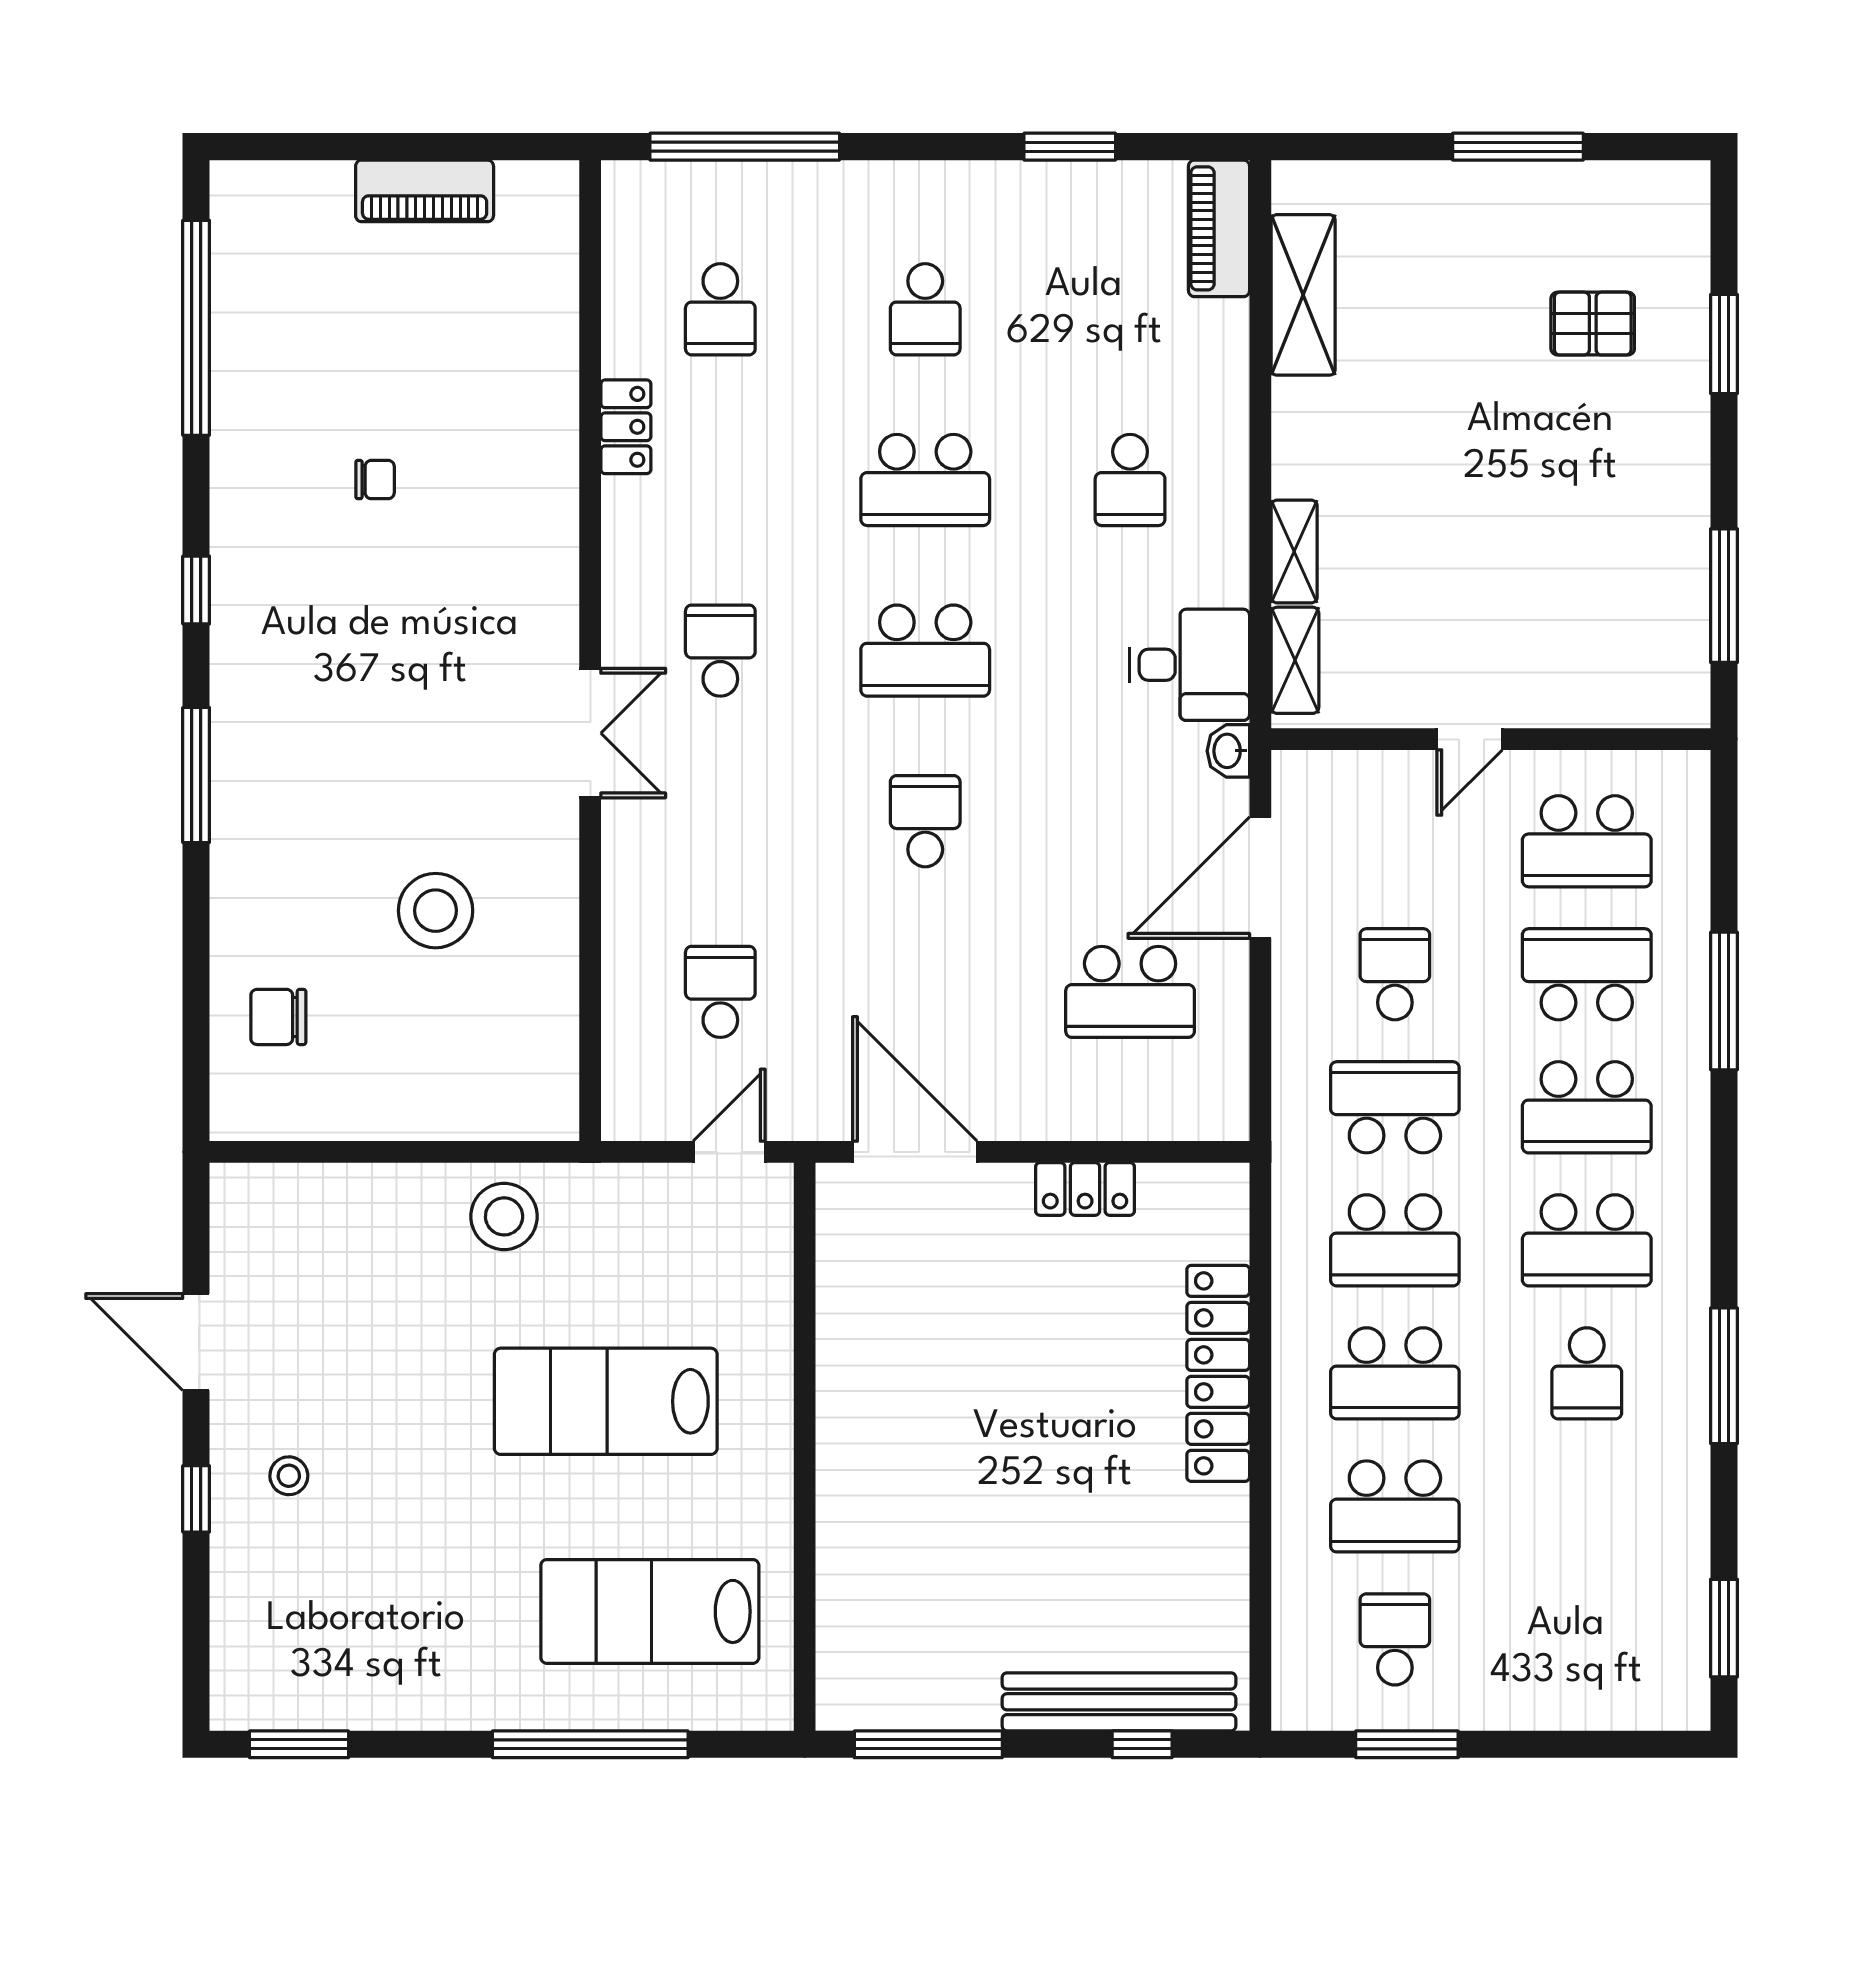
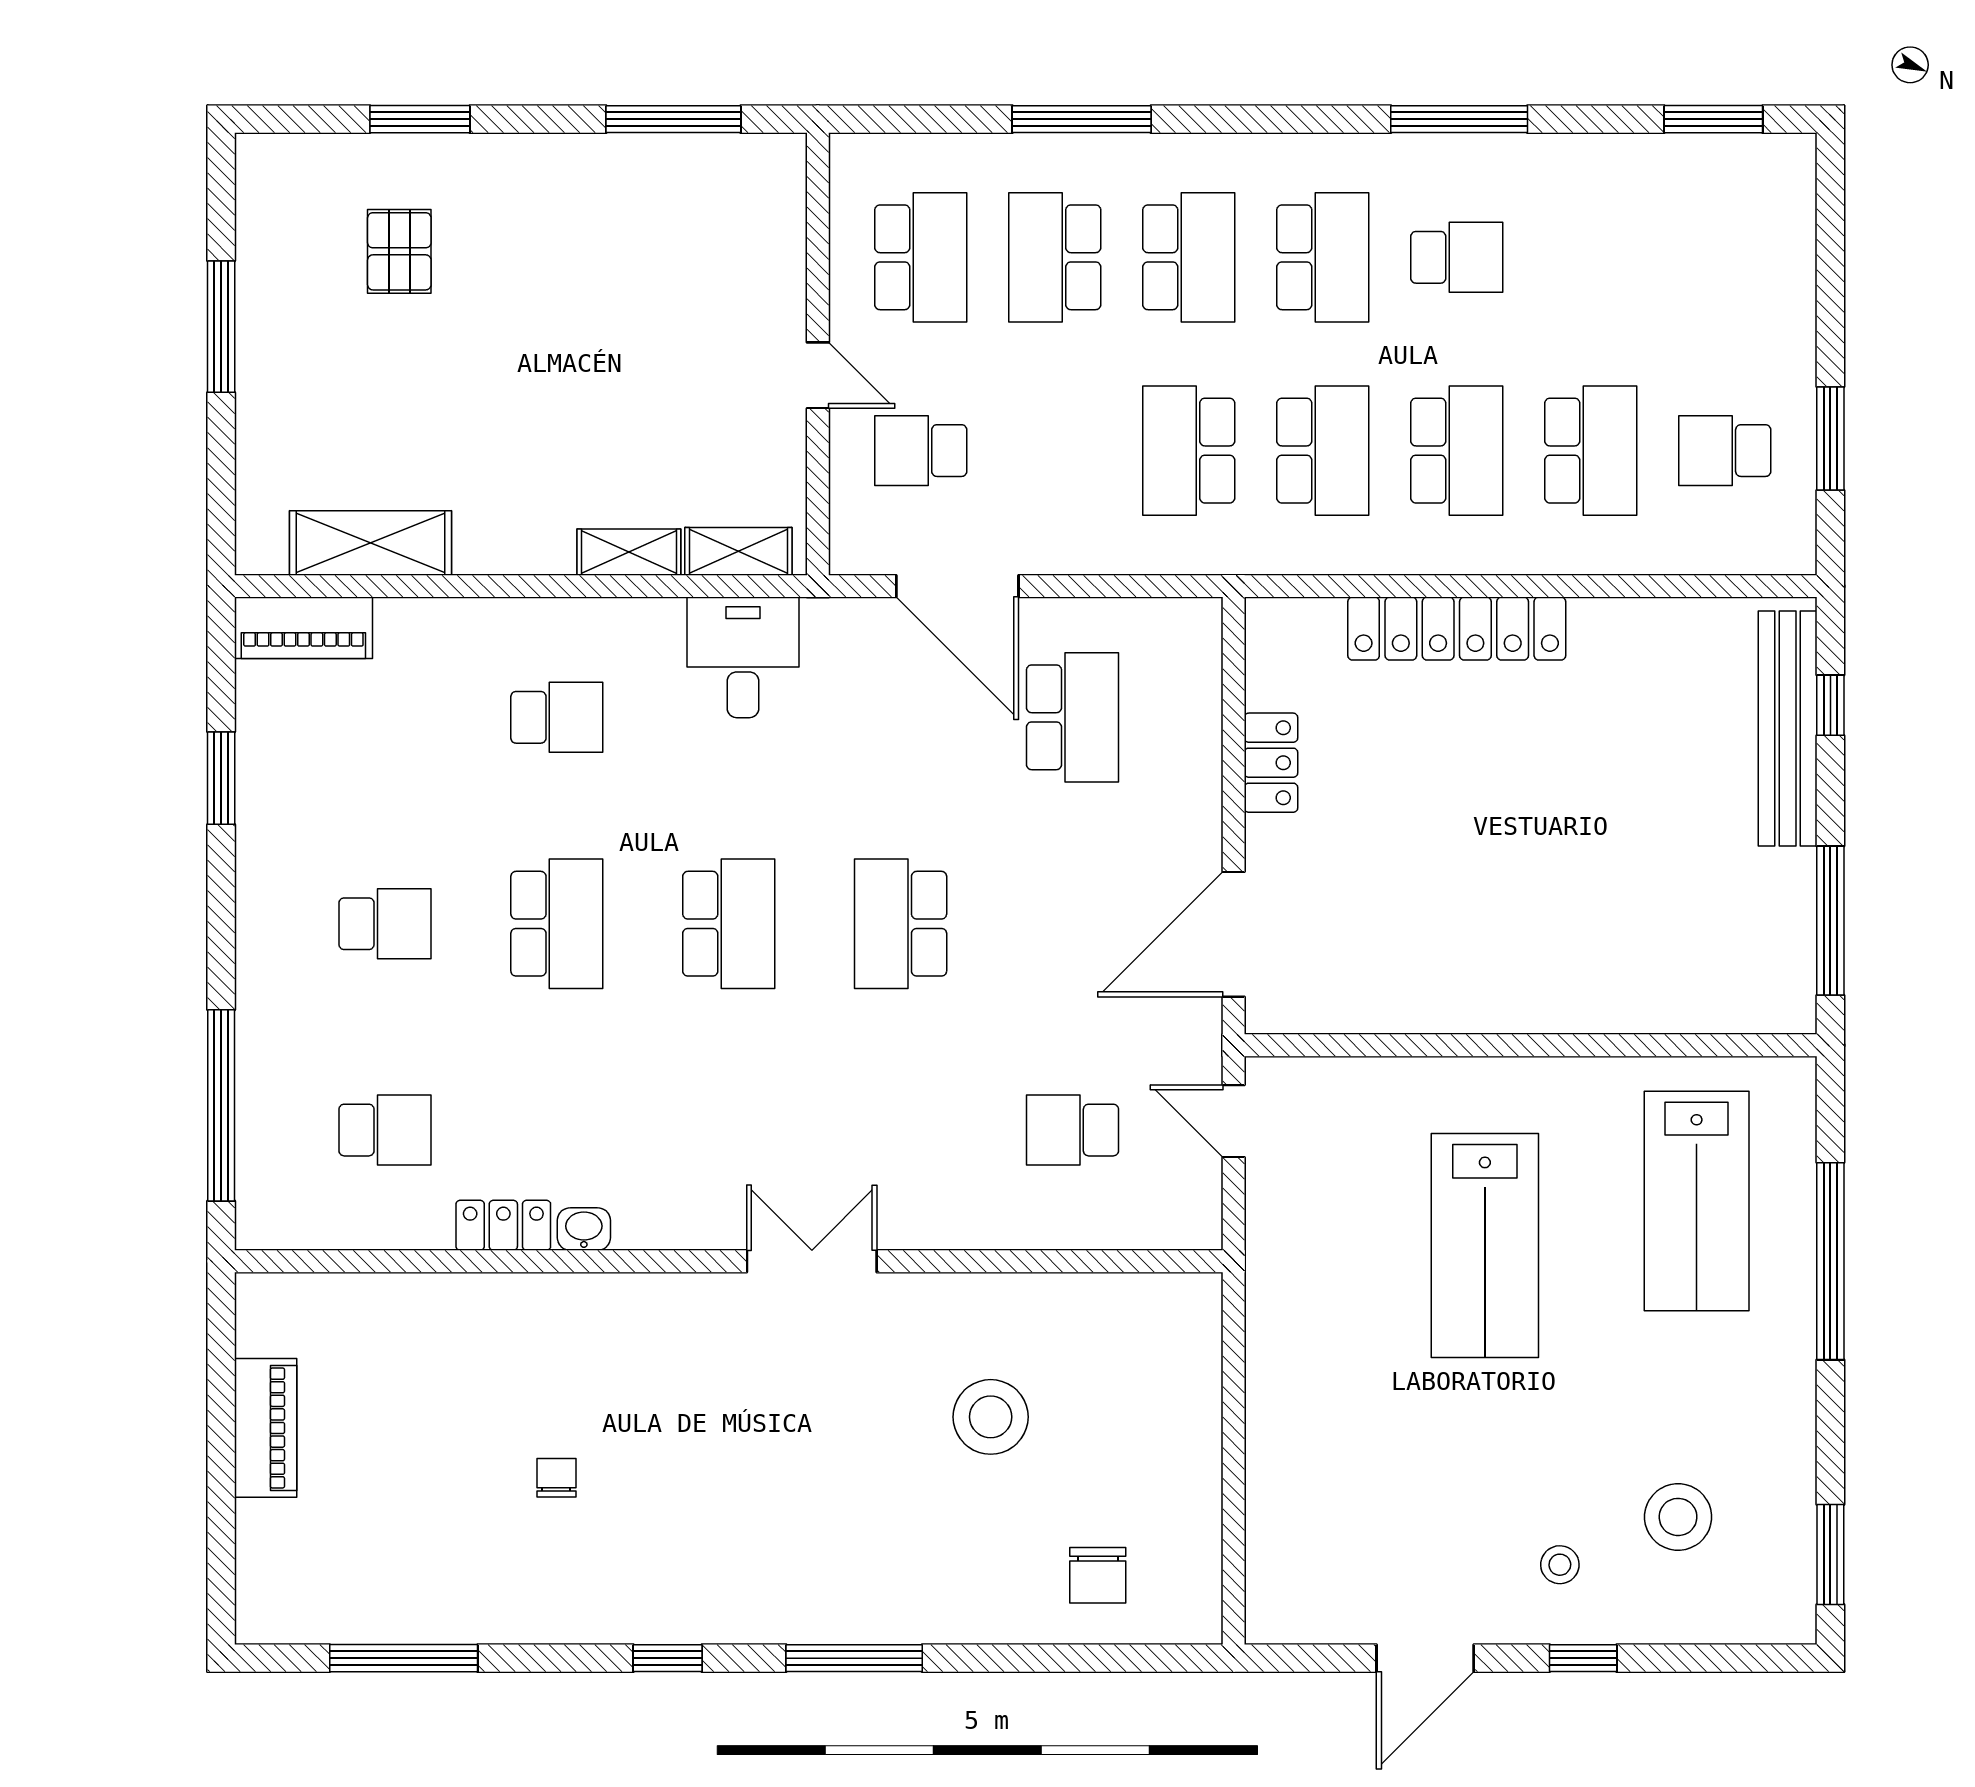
window: (196, 328) -> (404, 1658), width x0.68
school desk: (720, 651) -> (729, 1130), removed
washbasin: (1228, 751) -> (584, 1229), moved, turned 180
school desk: (925, 821) -> (901, 924), width x1.85
school desk: (1395, 974) -> (921, 451), moved
stool: (504, 1216) -> (1678, 1517), moved

